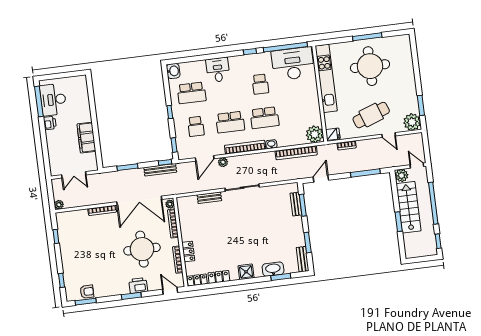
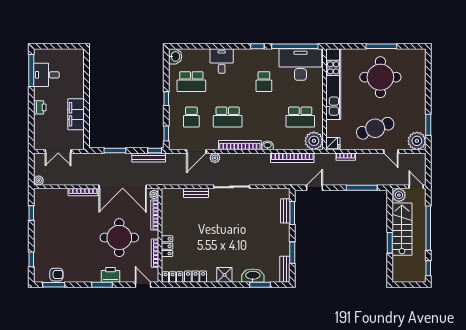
desk: (53, 100) -> (46, 75), width x0.73
school desk: (265, 118) -> (300, 117), moved
printer: (50, 123) -> (40, 107), moved

